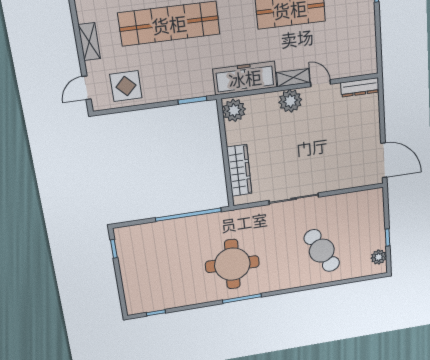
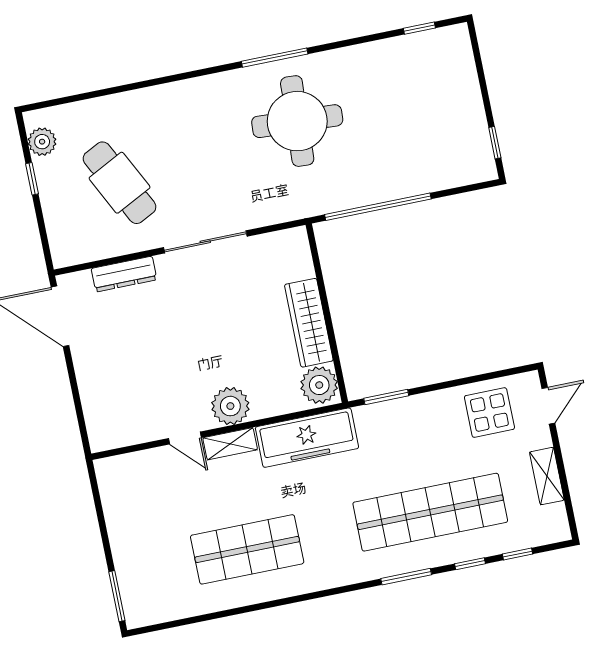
dresser: (360, 87) -> (124, 274), moved, turned 180
wardrobe: (239, 170) -> (309, 323), moved
cafe table: (322, 251) -> (120, 183), moved

